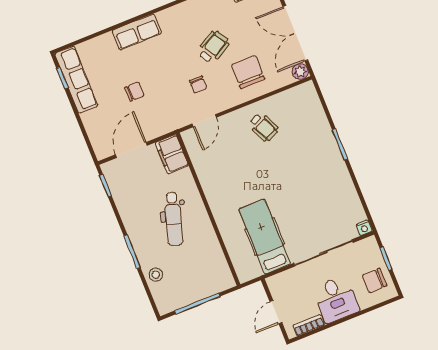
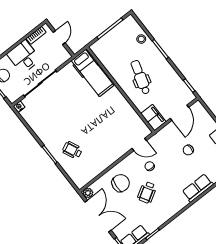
chair: (248, 72) -> (121, 183), turned -85
door: (204, 121) -> (139, 145), swing flipped
wheelchair: (264, 127) -> (72, 150), moved
hospital bed: (265, 237) -> (93, 73), moved

